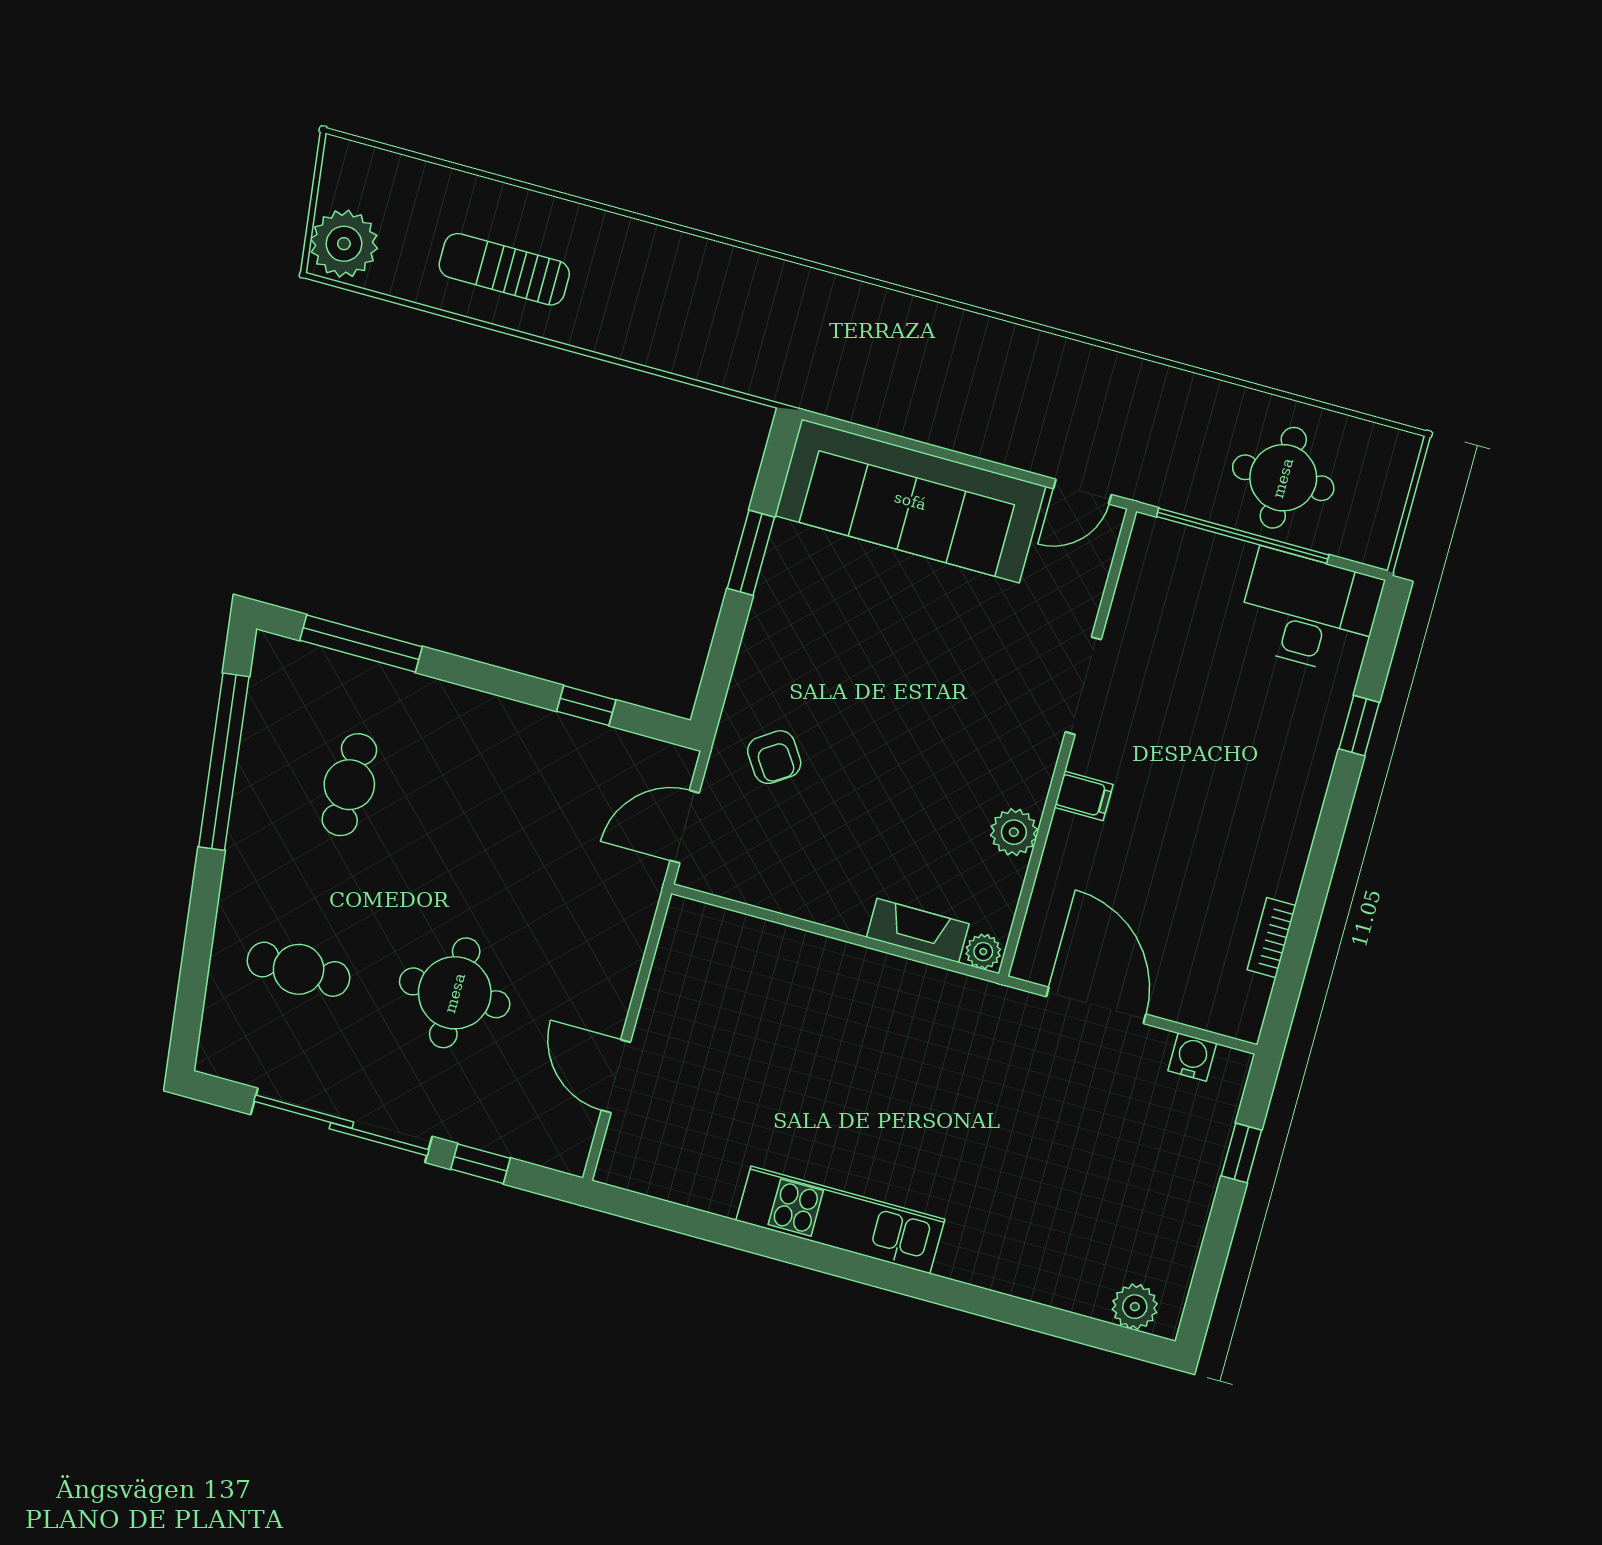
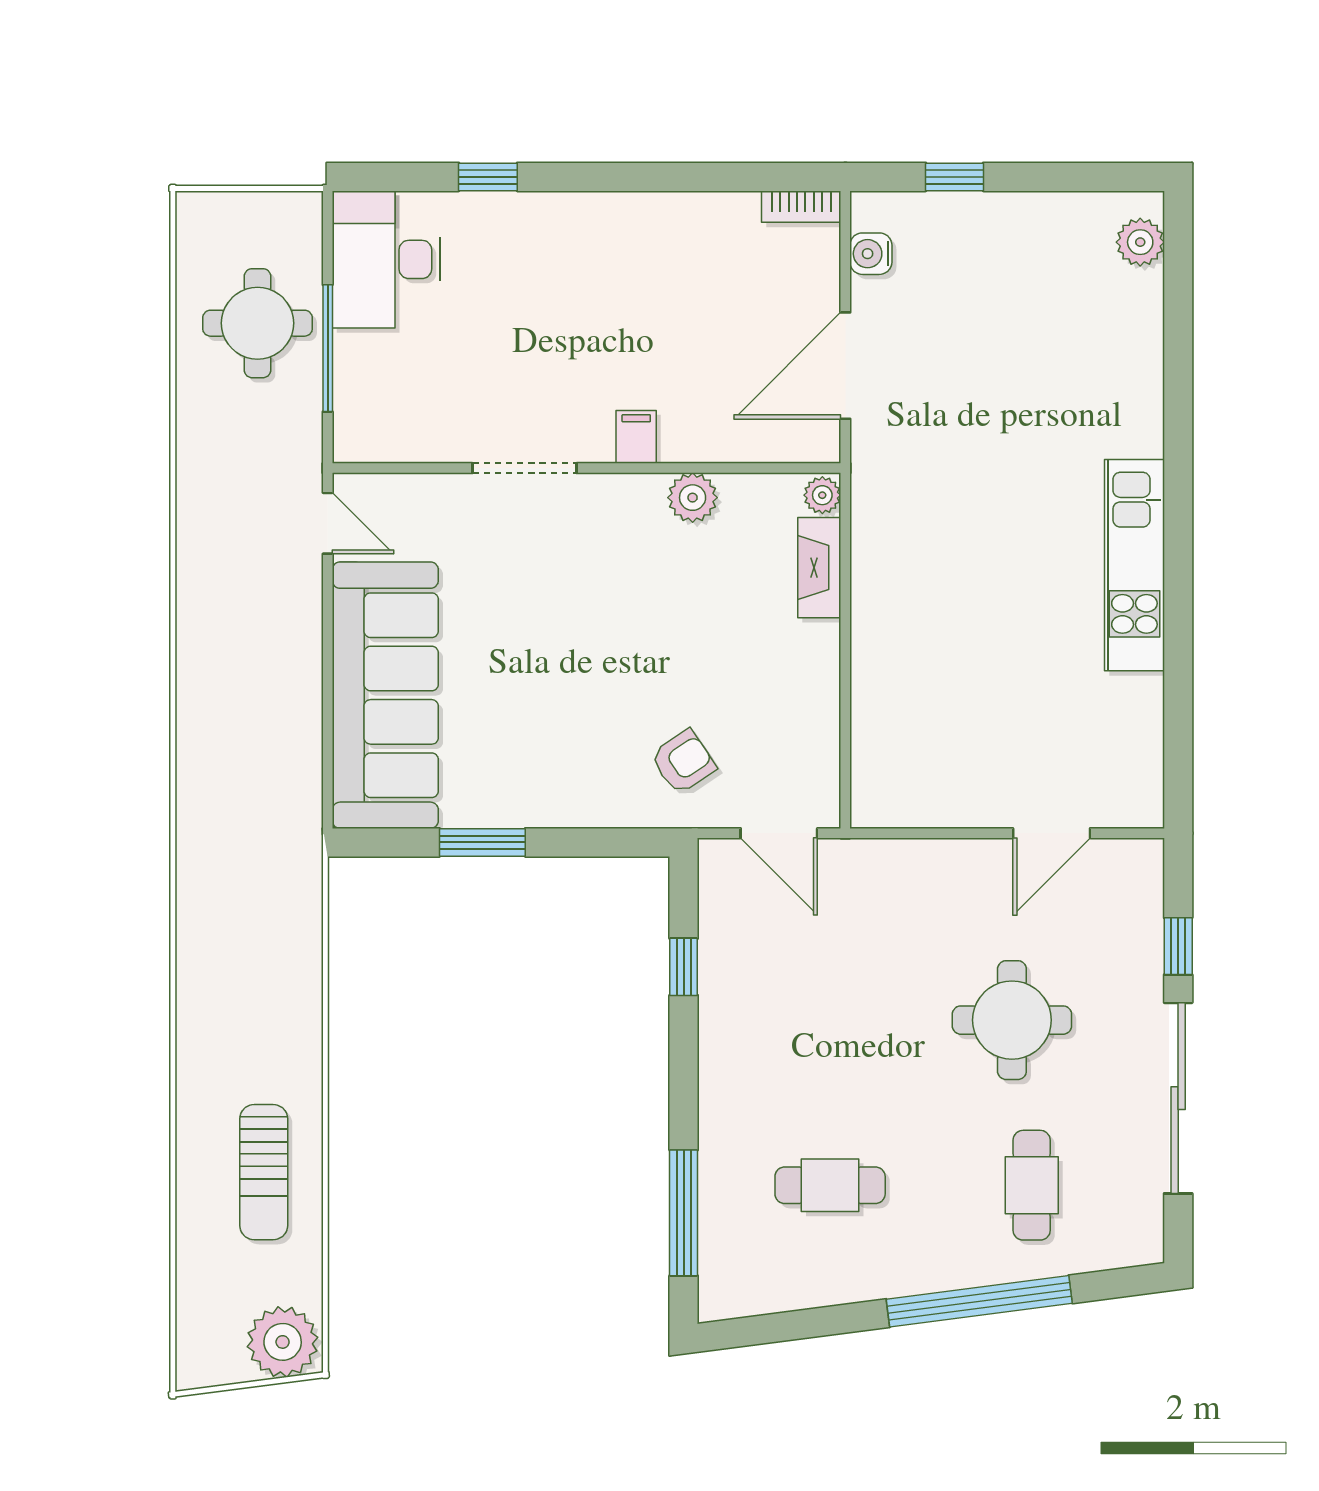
window: (1243, 536) -> (328, 348), width x0.68
window: (224, 762) -> (979, 1301), moved
bookcase: (1271, 938) -> (801, 207), moved

